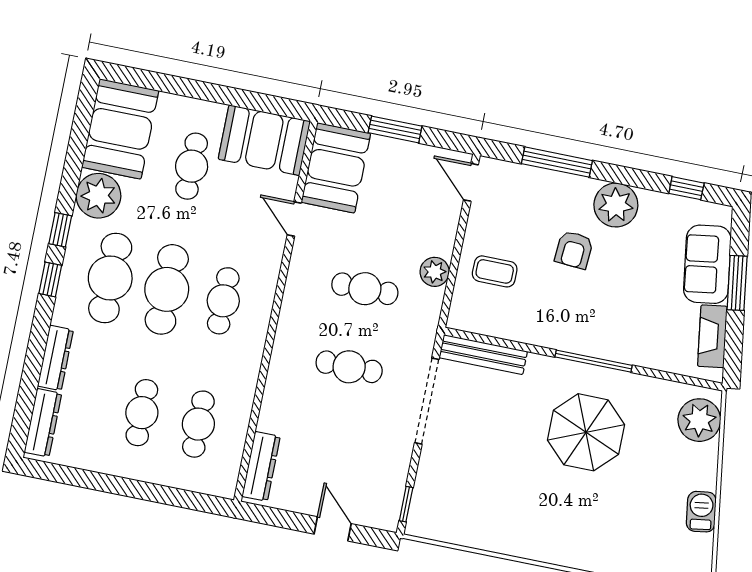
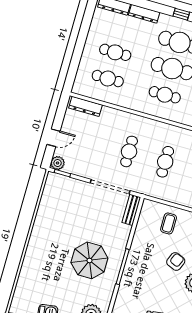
armchair: (574, 250) -> (176, 262), turned 109
plant: (435, 272) -> (58, 163), moved
bench: (483, 355) -> (131, 210), width x0.73

